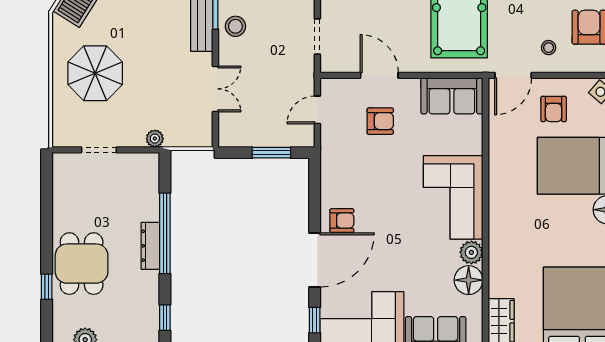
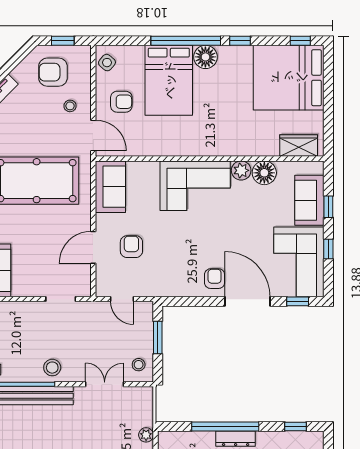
stool: (239, 130) -> (139, 365), added

